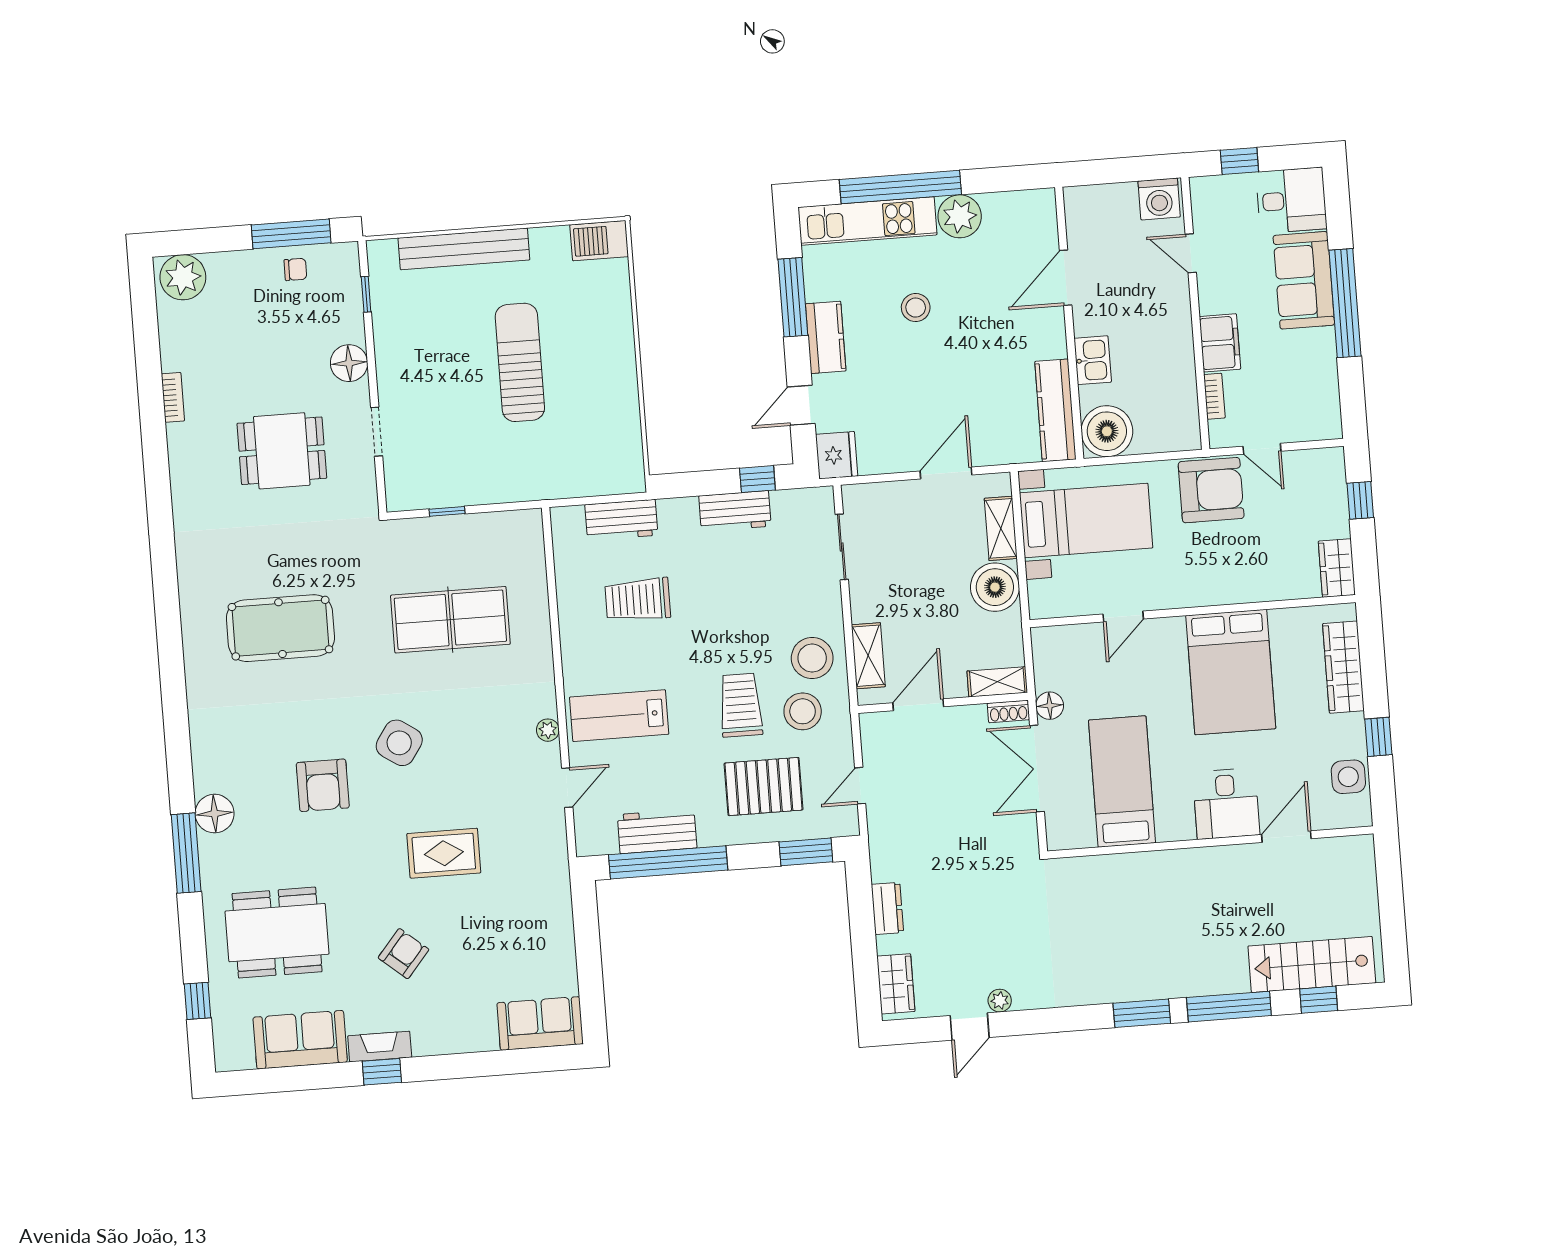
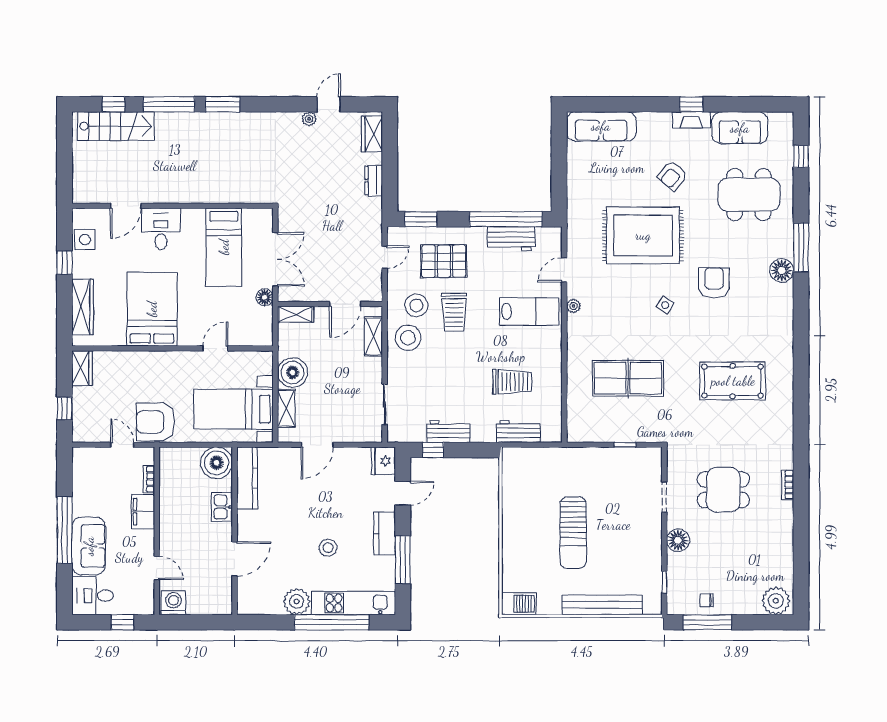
bookcase: (173, 397) -> (788, 485), moved
shoe rack: (1008, 711) -> (290, 296), removed
side table: (399, 743) -> (665, 305), width x0.54, depth x0.54
rug: (444, 853) -> (643, 235), width x1.86, depth x2.06
sofa: (540, 1023) -> (601, 126), width x1.36

